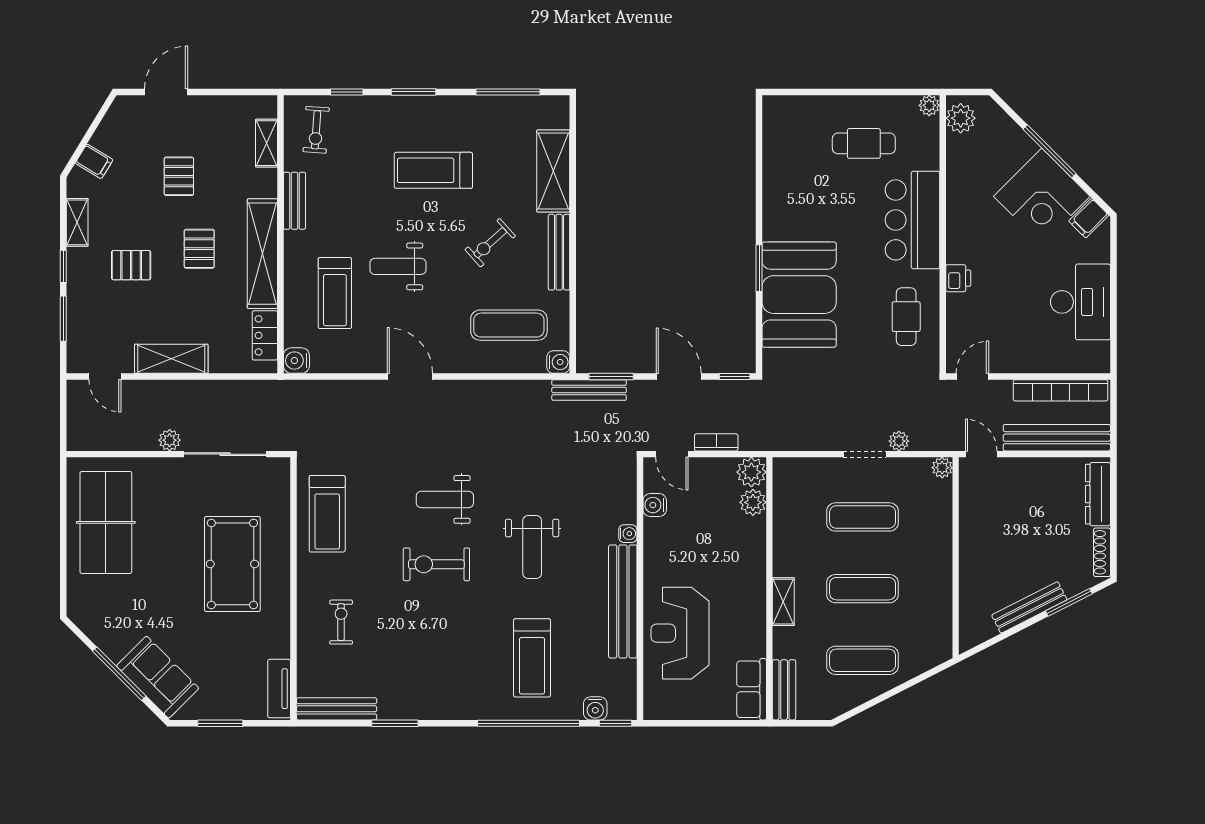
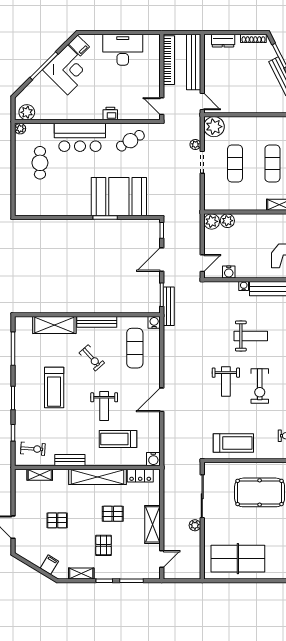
pallet: (199, 249) -> (113, 514), moved
treadmill: (335, 293) -> (118, 439), turned 180
cafe table: (906, 317) -> (130, 141), turned -31
bookcase: (716, 442) -> (196, 240), removed
door: (981, 454) -> (202, 102), swing flipped
plant: (942, 468) -> (214, 127), width x1.87, depth x1.87
dresser: (1098, 494) -> (223, 41), width x0.70

